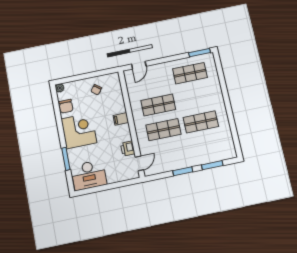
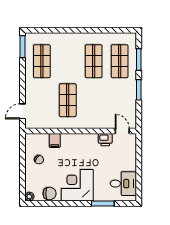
door: (139, 65) -> (23, 111), swing flipped
filing cabinet: (121, 119) -> (55, 141), moved
shop shelf: (163, 130) -> (120, 61), moved
desk: (89, 175) -> (123, 184), width x0.73

